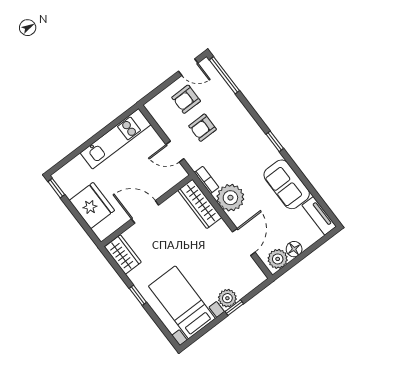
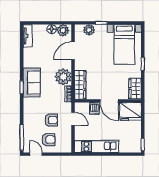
sofa: (287, 184) -> (32, 83), moved
dishwasher: (157, 187) -> (94, 109), added
fridge: (92, 206) -> (130, 111), moved, turned -90
plant: (227, 298) -> (89, 30), moved

